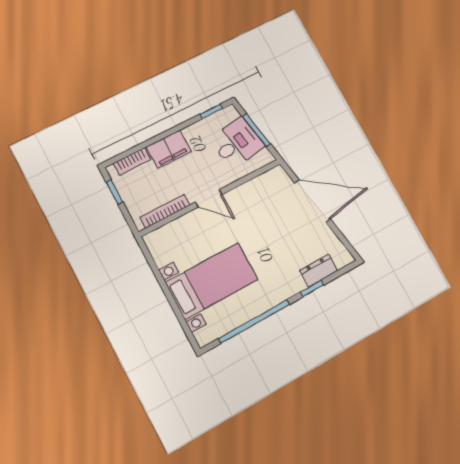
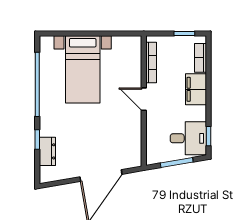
desk: (237, 143) -> (188, 138), moved, turned -80
door: (209, 198) -> (144, 99), hinge flipped

